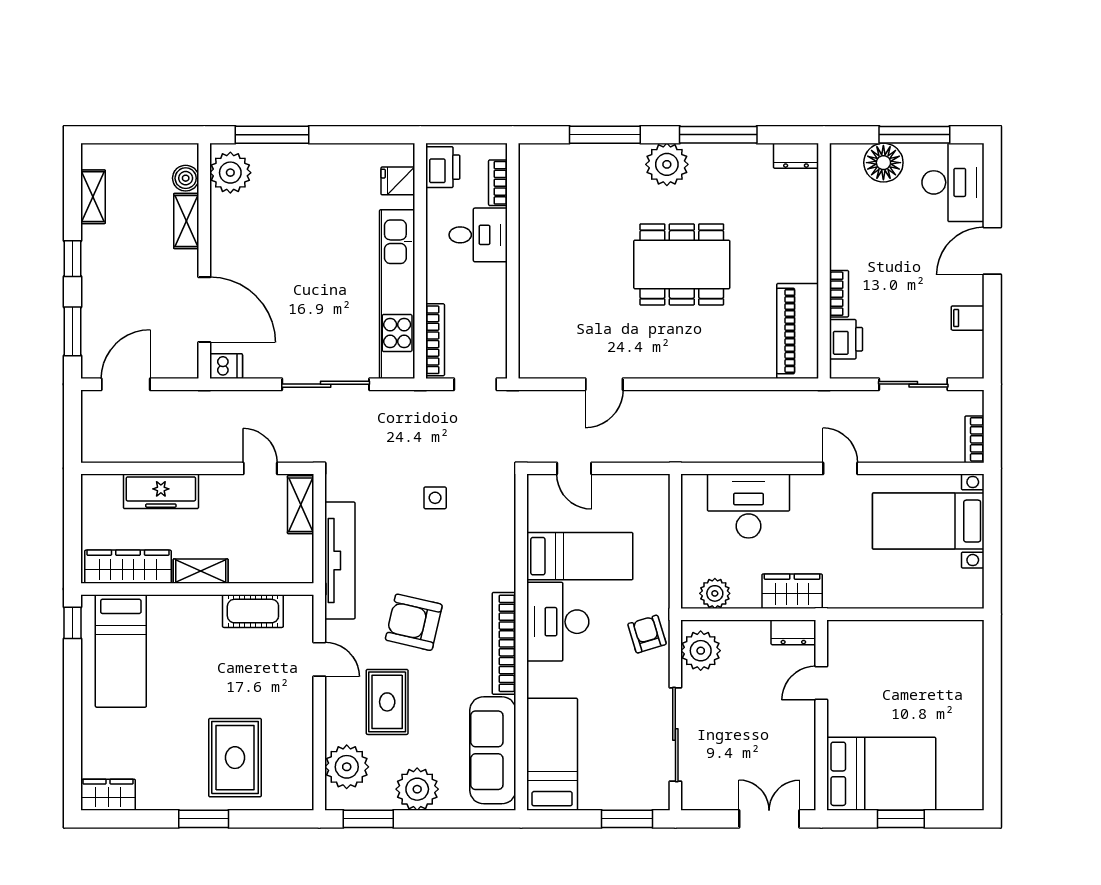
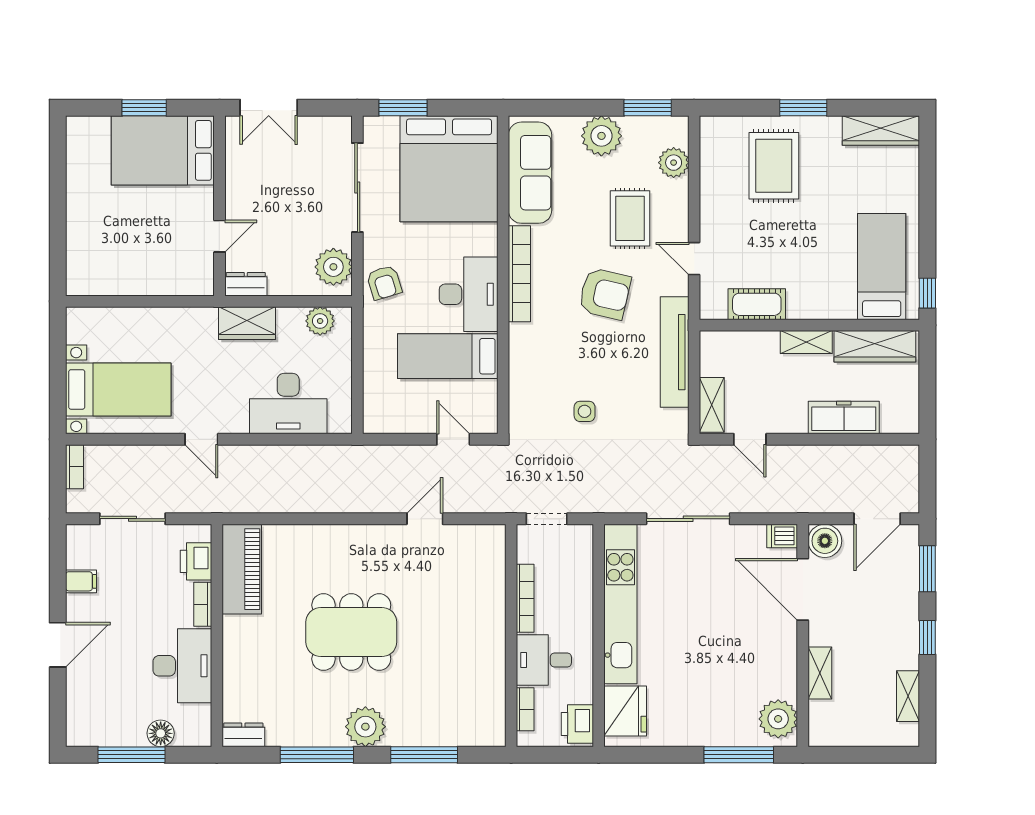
floor lamp: (883, 163) -> (161, 733), width x0.73, depth x0.73
boiler: (186, 178) -> (825, 541), moved, width x1.36, depth x1.36
fridge: (398, 181) -> (625, 711), width x1.88, depth x1.34
desk: (953, 182) -> (182, 666), moved, turned 180
bookcase: (435, 340) -> (525, 598), moved, turned 180
bed: (552, 754) -> (449, 169), width x2.04
plant: (347, 767) -> (674, 163), width x0.73, depth x0.73
wardrobe: (108, 795) -> (881, 131), width x1.50

